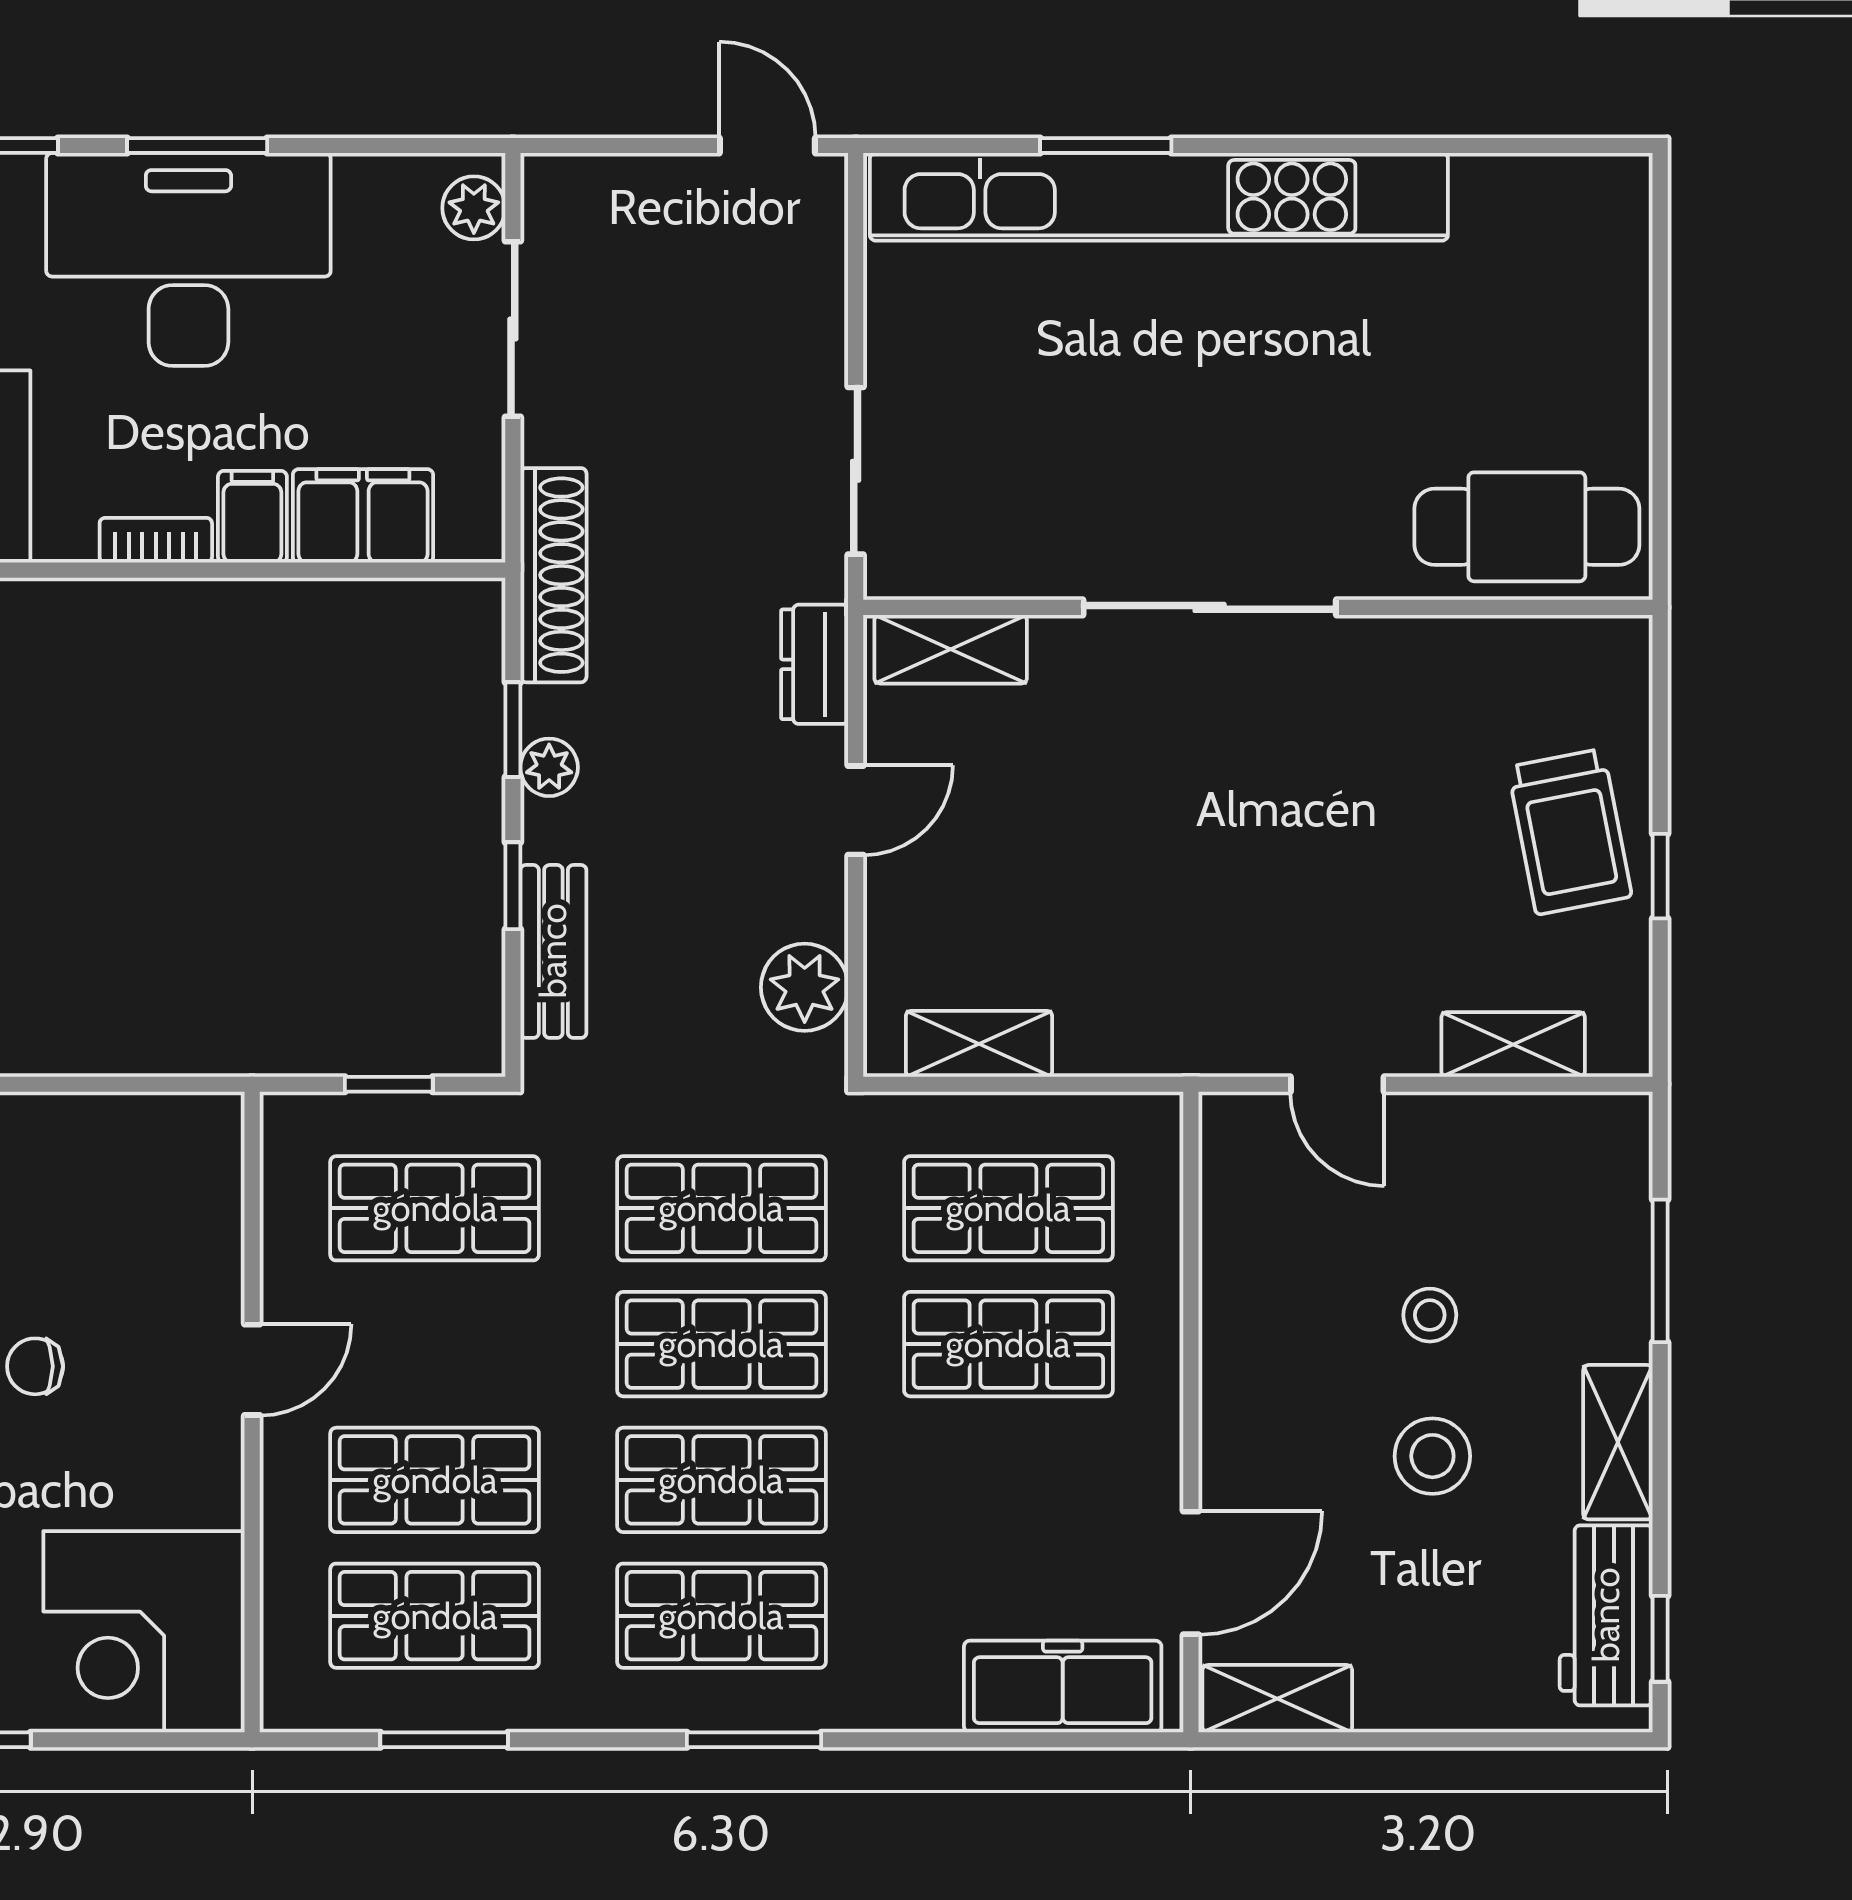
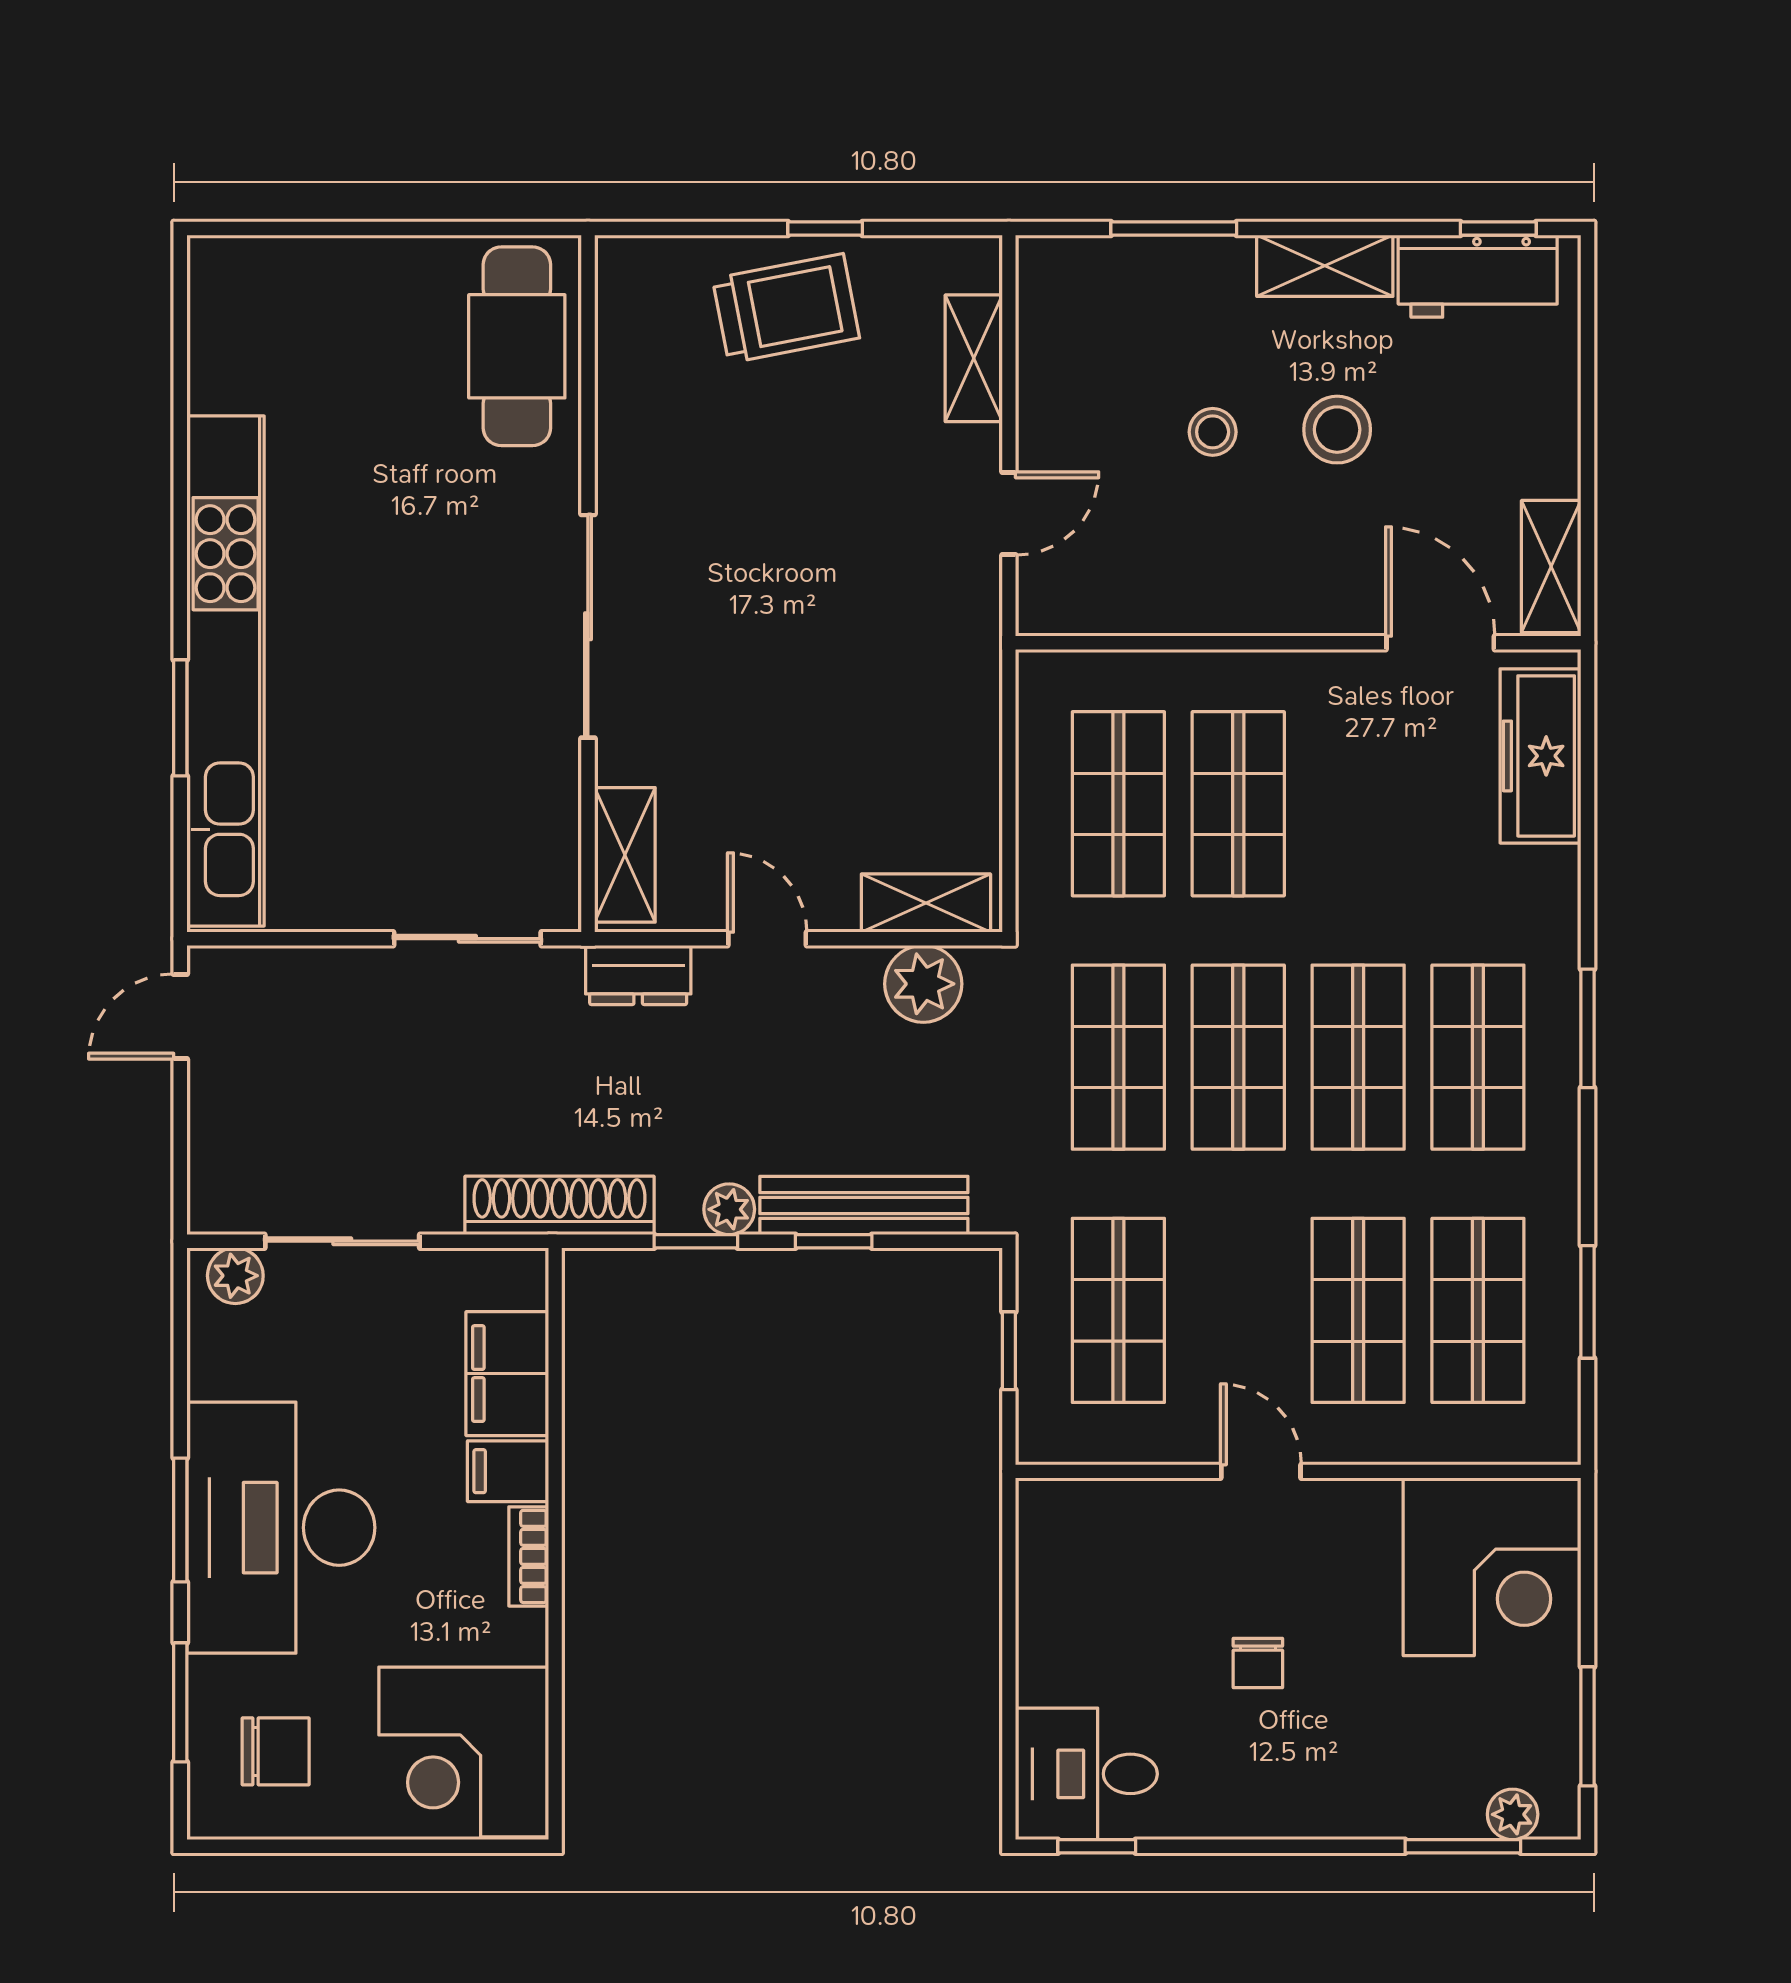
bench: (553, 951) -> (864, 1205), width x1.36
shelving: (979, 1044) -> (926, 903), moved, turned 90

